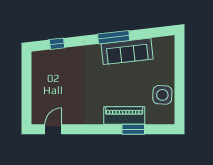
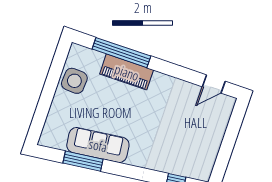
window: (114, 37) -> (83, 161), moved
window: (133, 129) -> (121, 53), width x2.11

